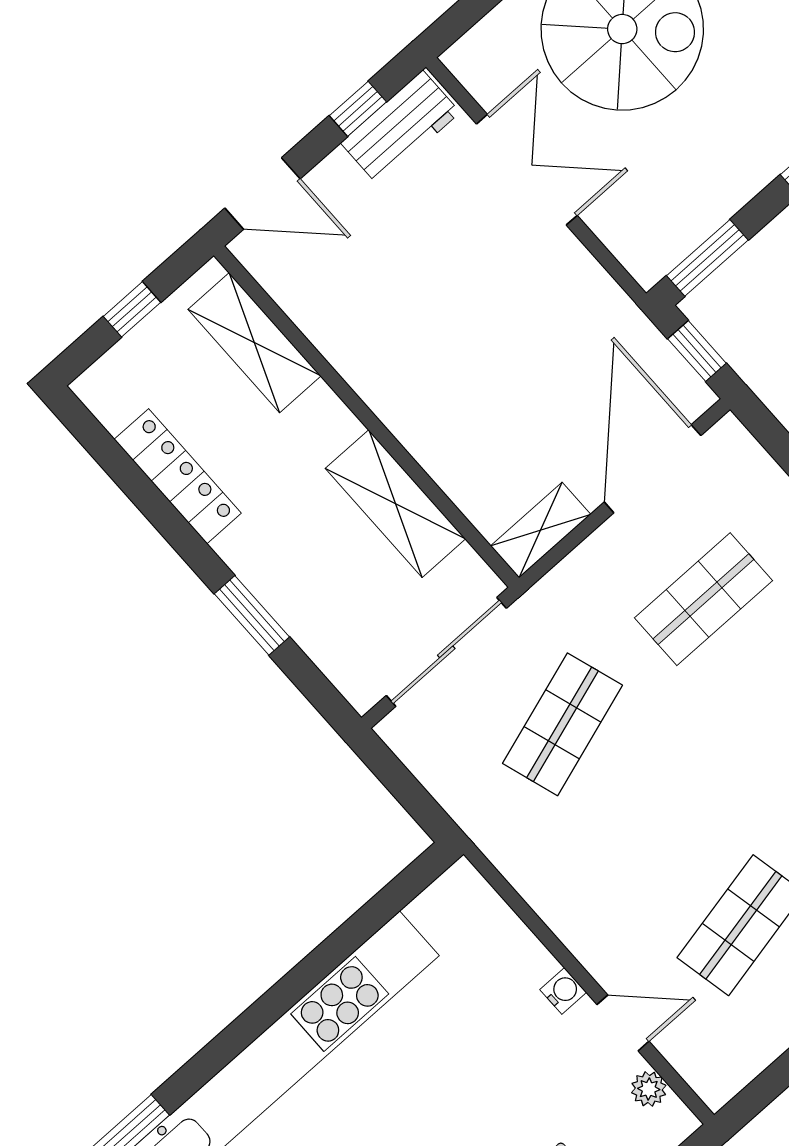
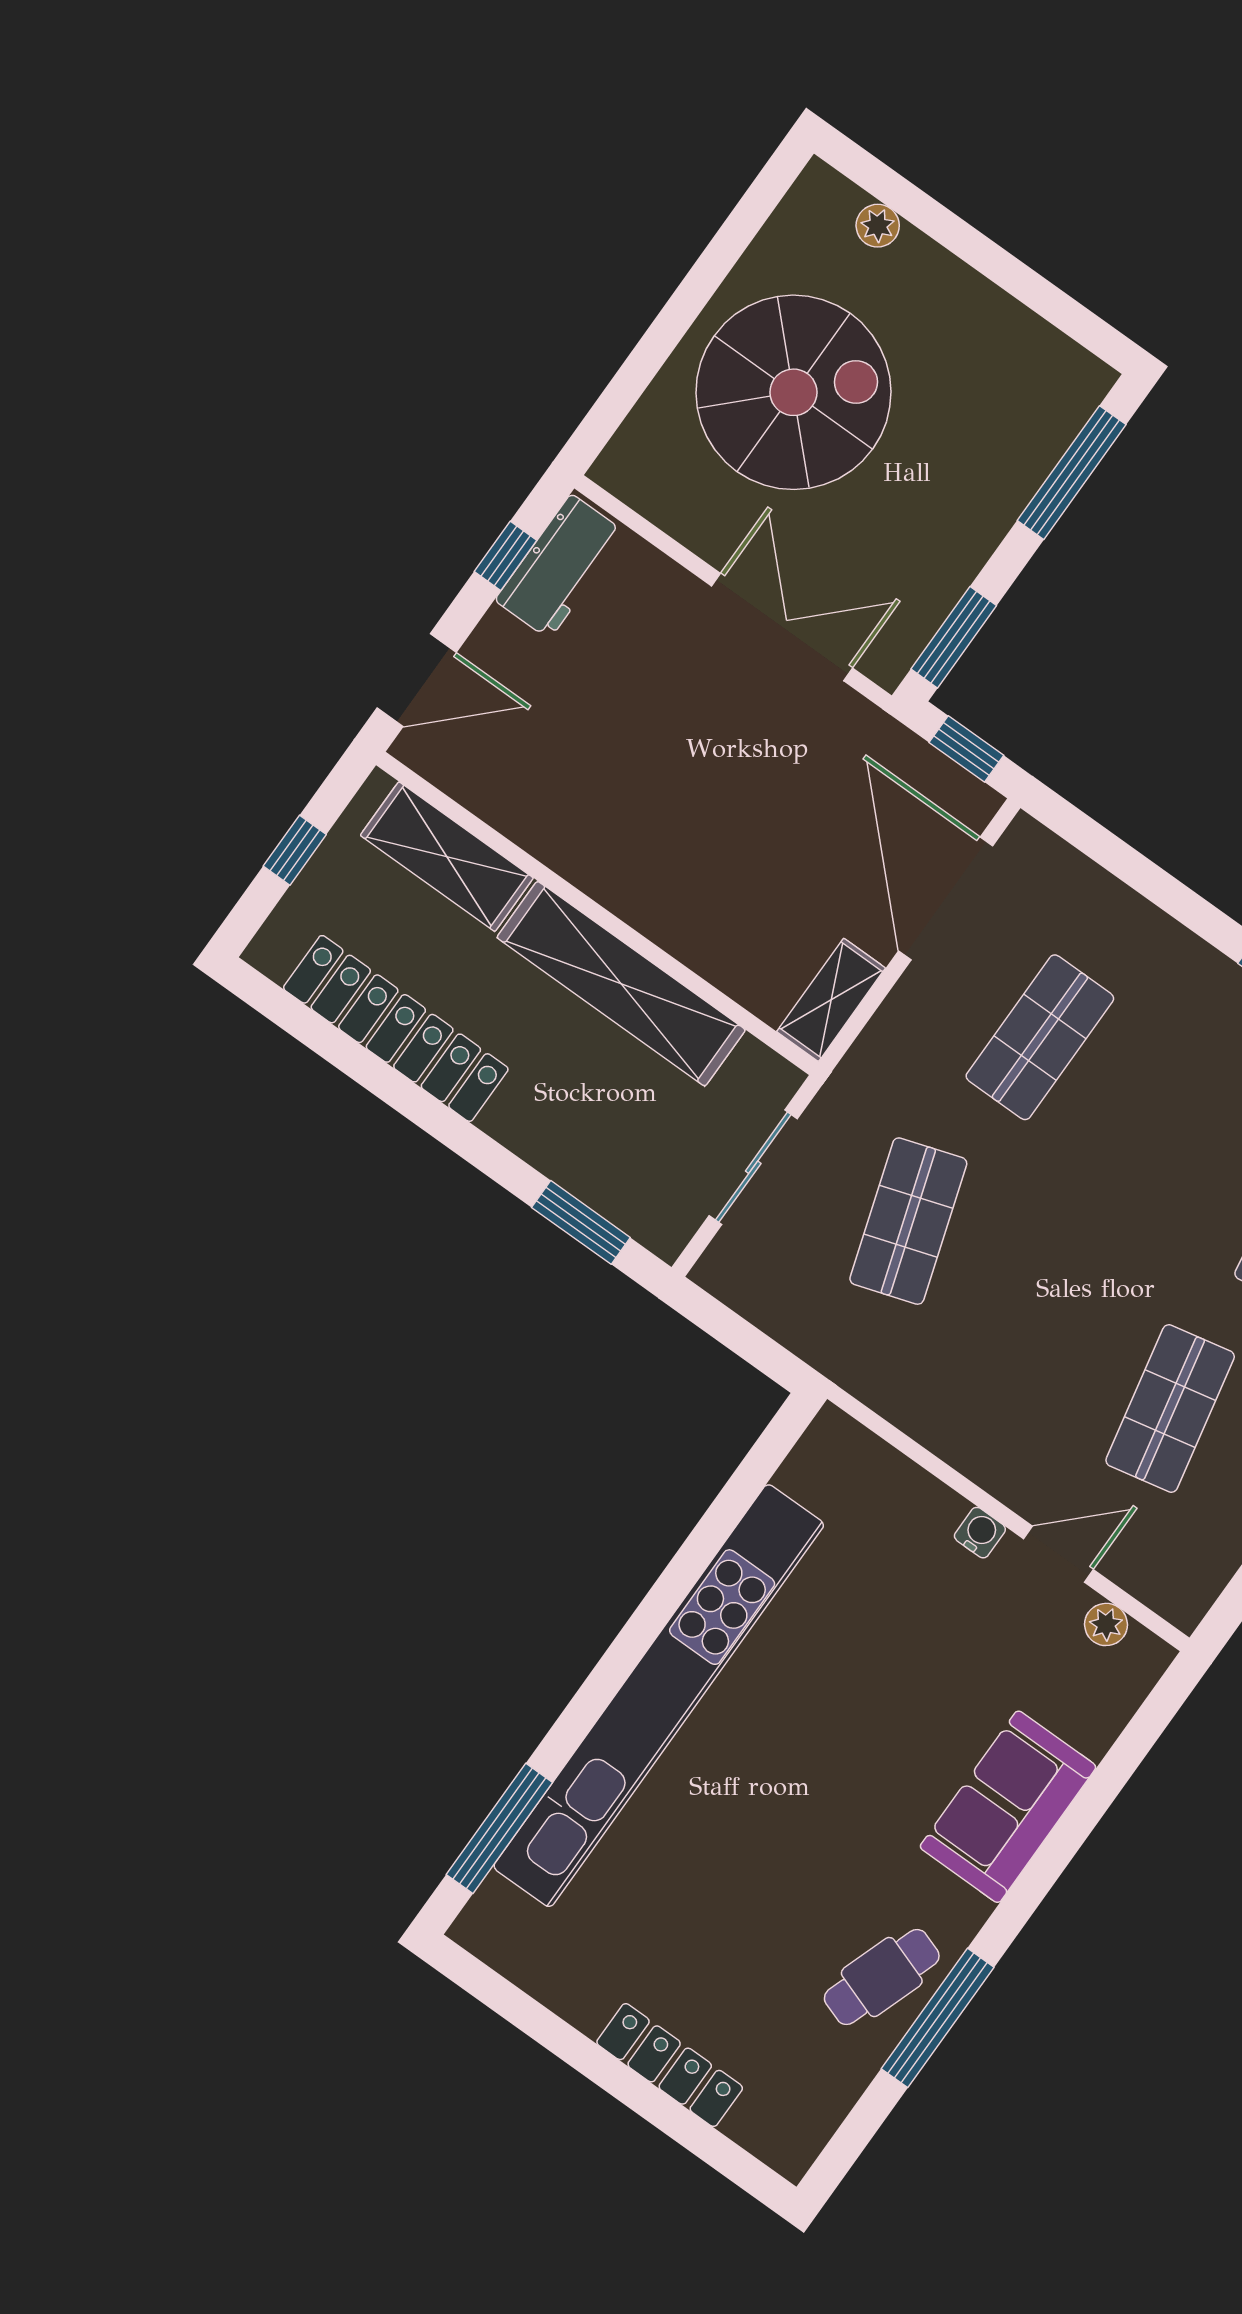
double door: (527, 170) -> (782, 627), moved
locker: (178, 476) -> (396, 1028), width x1.41, depth x1.21
shelving: (395, 504) -> (621, 984), width x1.47
window: (252, 615) -> (581, 1222), moved
sliding door: (446, 652) -> (753, 1167), width x0.73

